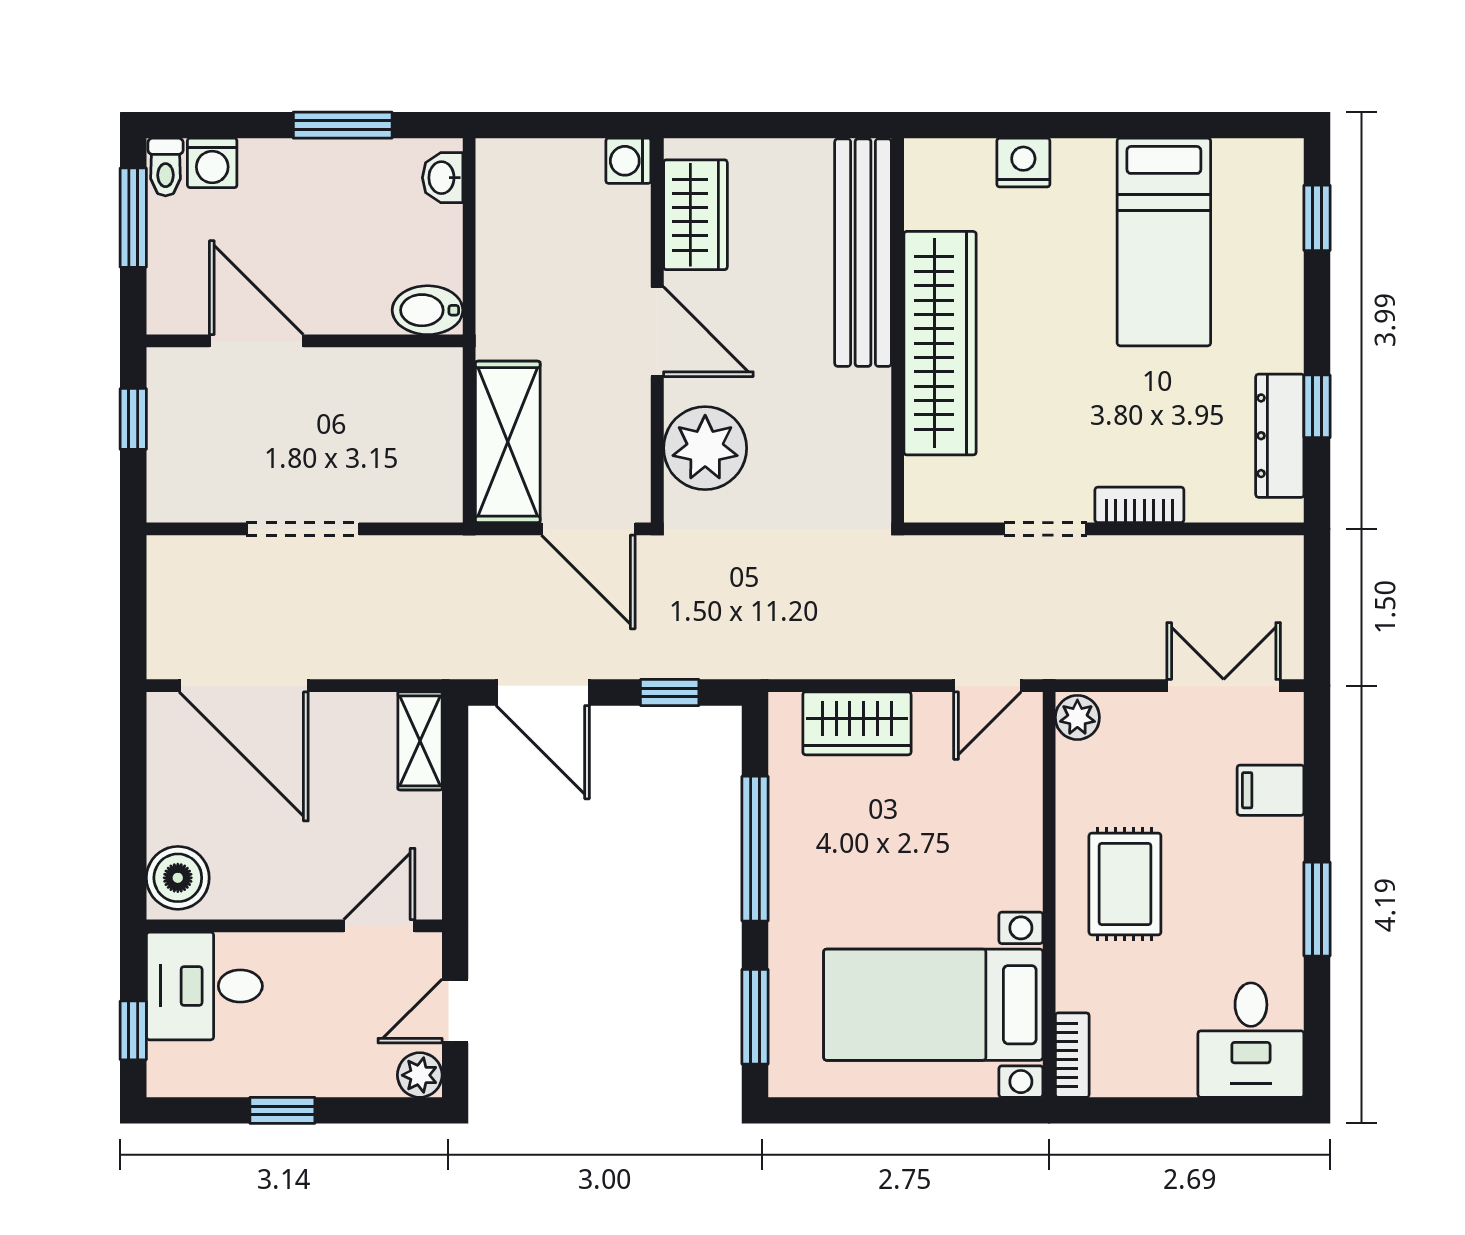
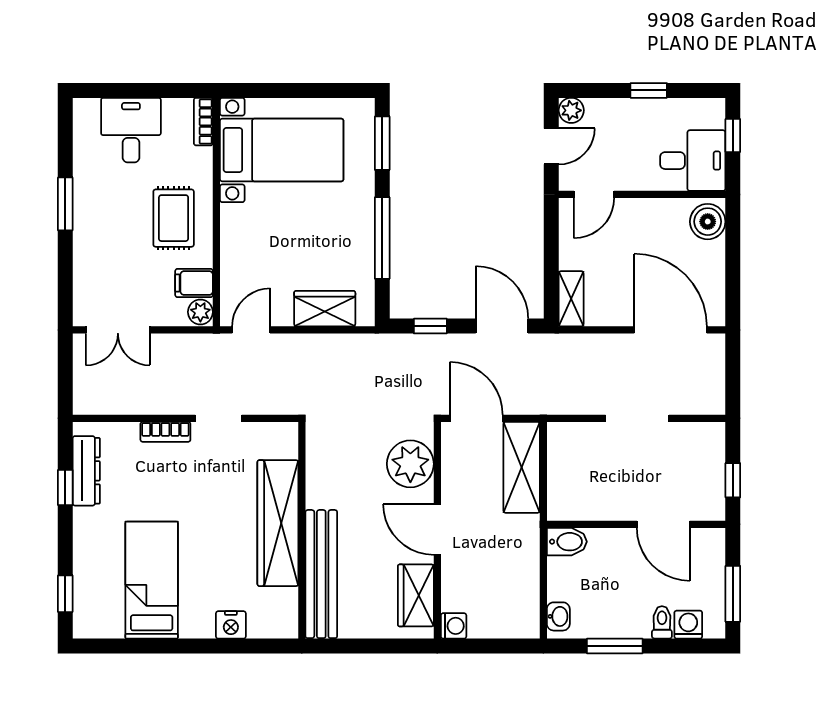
toilet: (166, 167) -> (662, 622), moved
filing cabinet: (1271, 790) -> (194, 283), moved, turned 180
desk: (1251, 1040) -> (131, 130), moved

